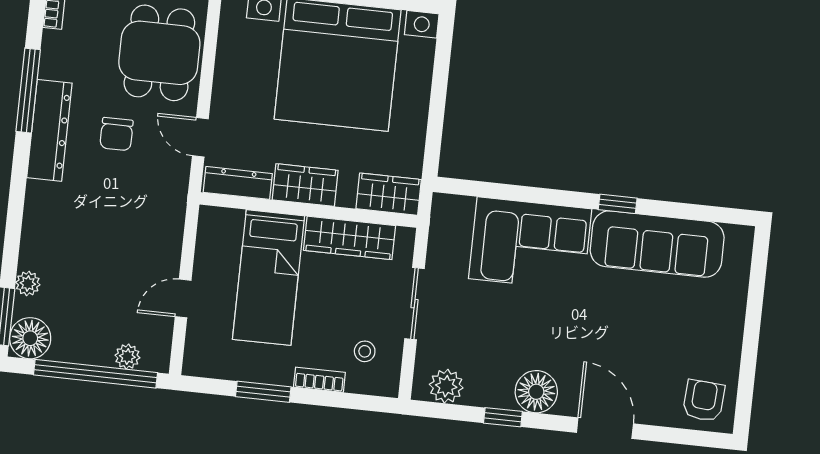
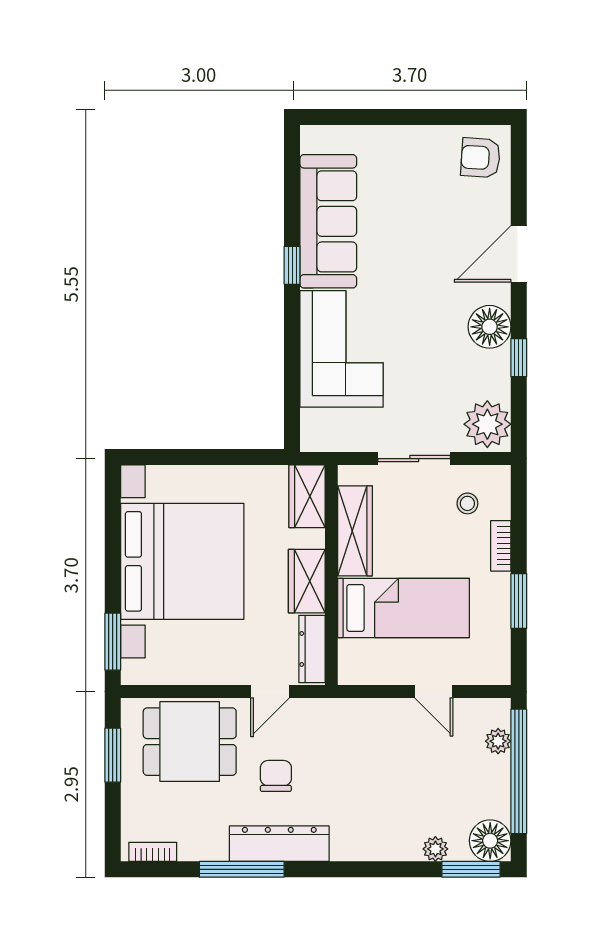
chair: (117, 134) -> (276, 776), turned -90
plant: (446, 386) -> (487, 424), width x1.36, depth x1.36

